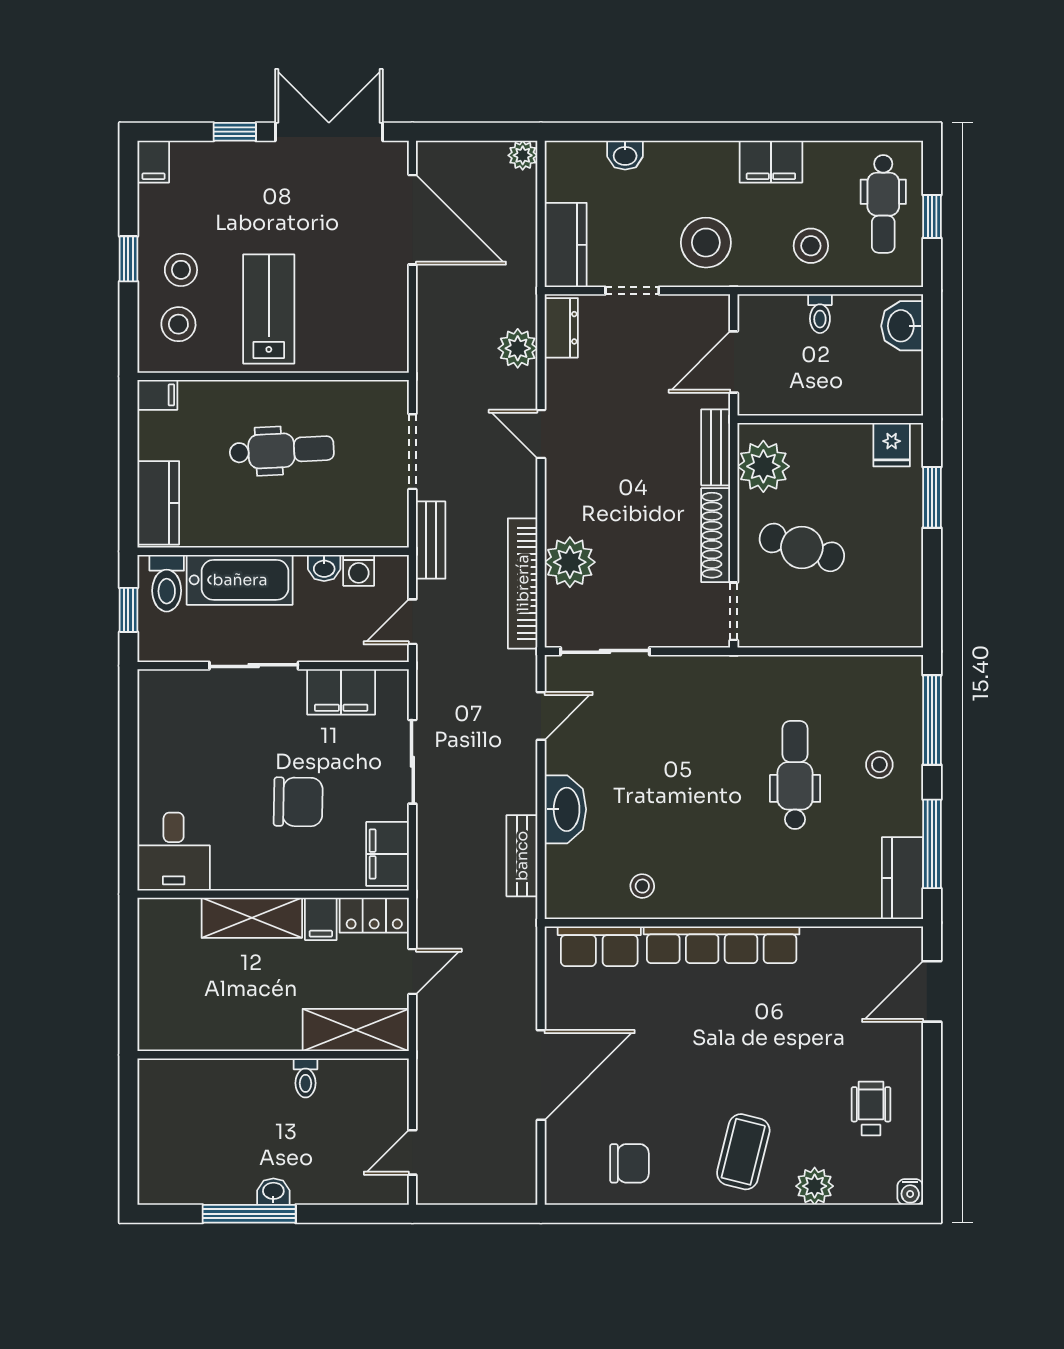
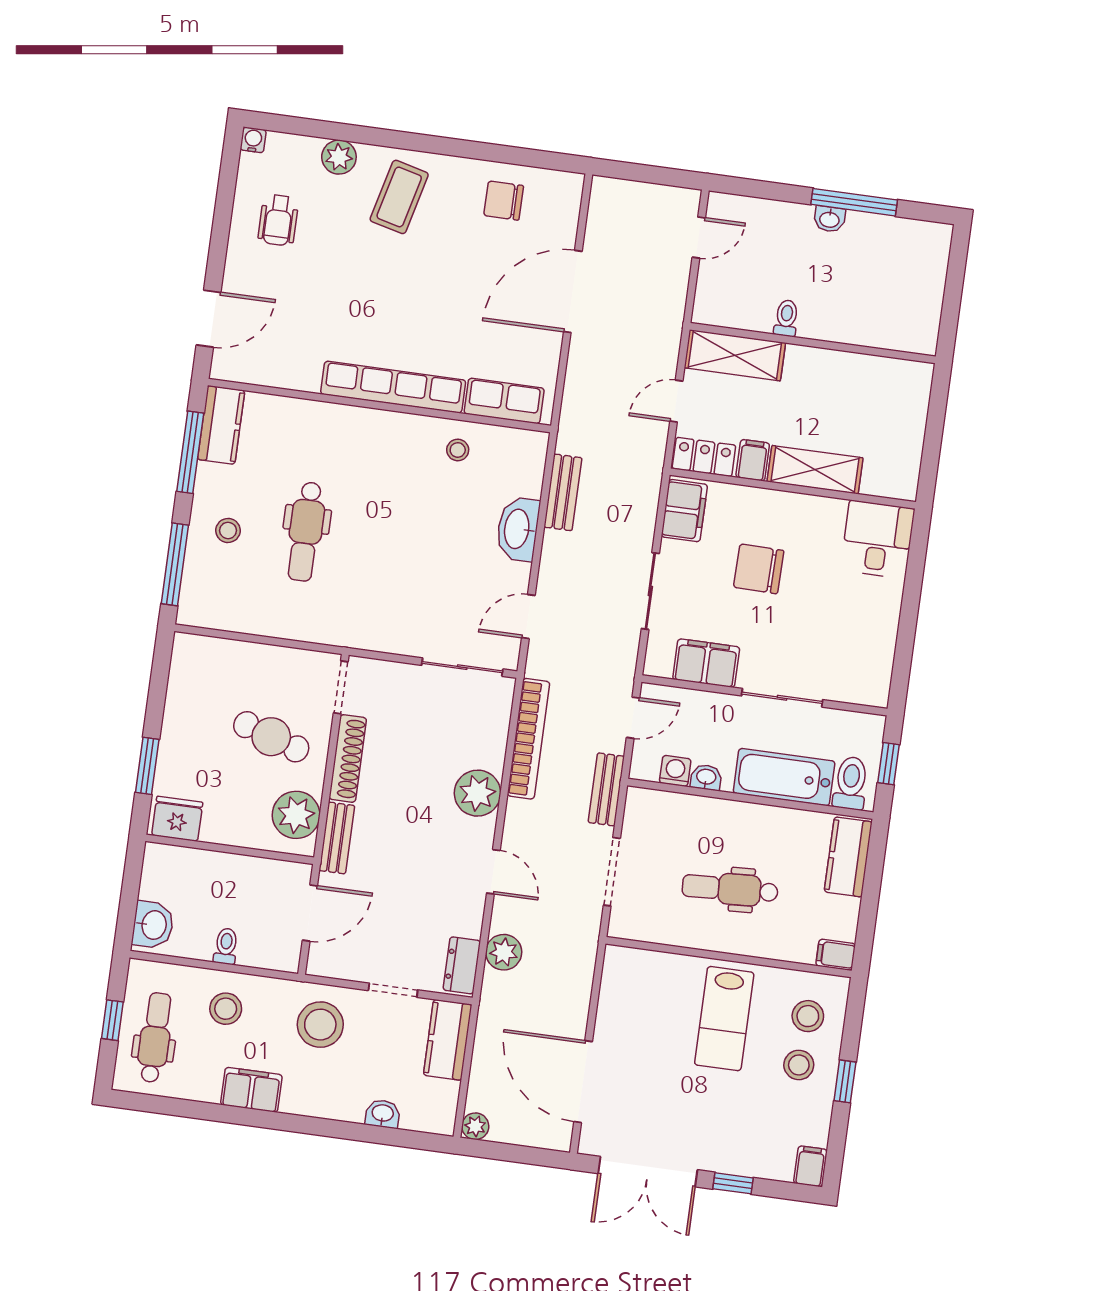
fridge: (892, 445) -> (177, 819), width x1.38
plant: (570, 562) -> (477, 793), moved

